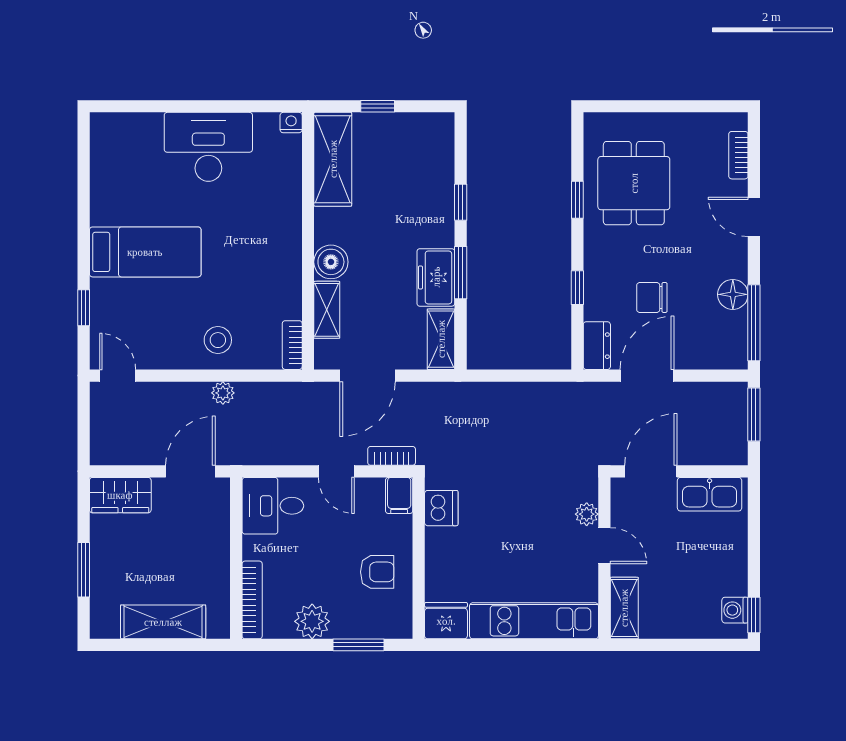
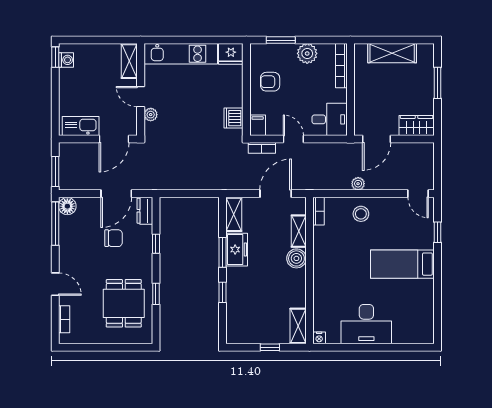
shelving: (333, 159) -> (298, 326), width x0.67, depth x0.75
floor lamp: (733, 294) -> (67, 206), moved

